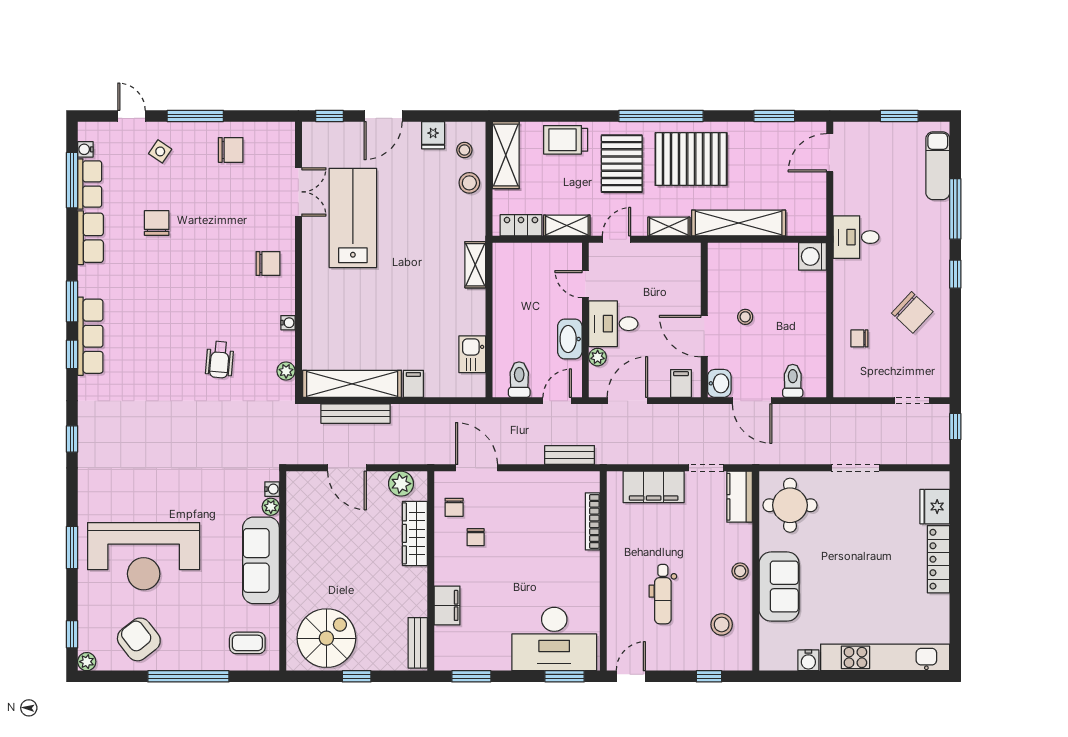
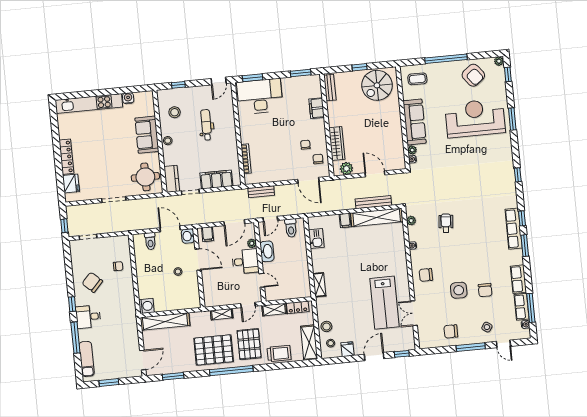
shelving: (739, 223) -> (165, 321), moved
side table: (208, 228) -> (459, 290), added
desk: (856, 237) -> (88, 317), moved, turned 180

